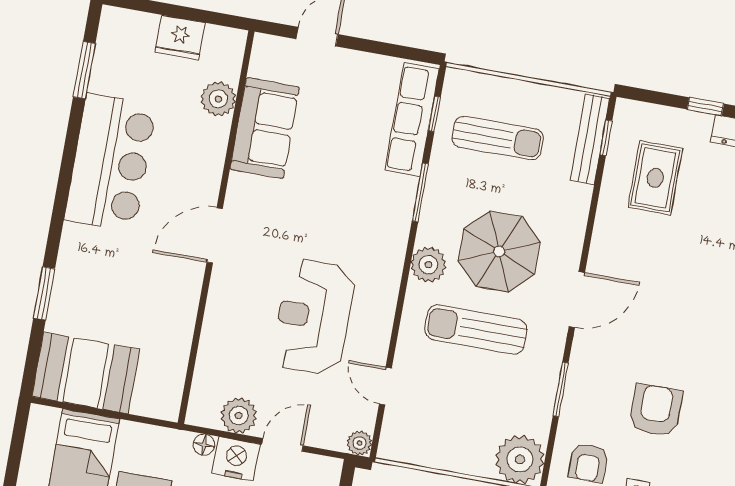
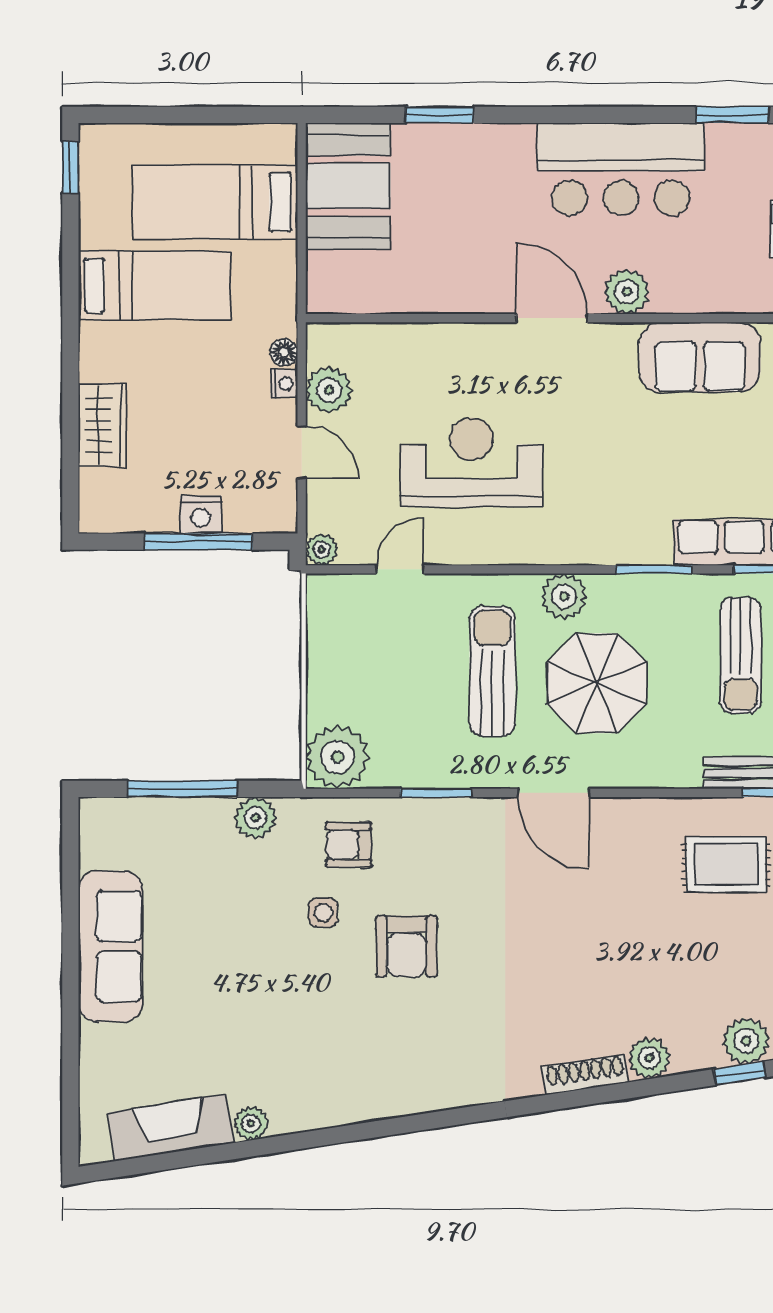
plant: (218, 99) -> (627, 292), moved
armchair: (656, 410) -> (406, 946), moved, turned 90
nightstand: (236, 459) -> (284, 384), width x0.53, depth x0.56

